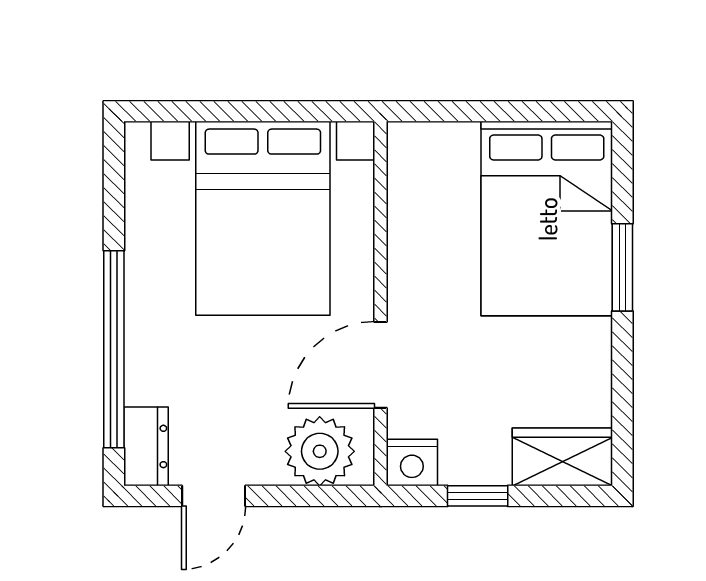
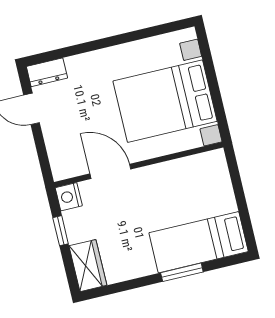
bed: (547, 219) -> (199, 242), width x0.67
window: (114, 349) -> (88, 47), removed
plant: (320, 451) -> (64, 153), removed

